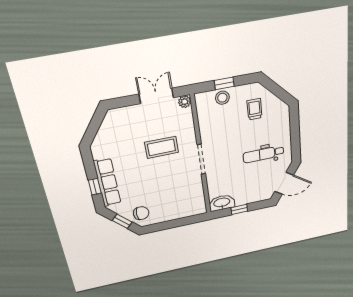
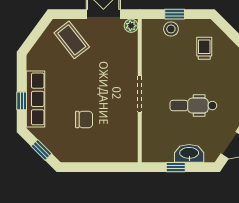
coffee table: (162, 147) -> (72, 40), moved, turned 52
dental chair: (263, 154) -> (193, 106), moved
washbasin: (222, 203) -> (189, 153), moved
chair: (141, 213) -> (84, 119), moved

